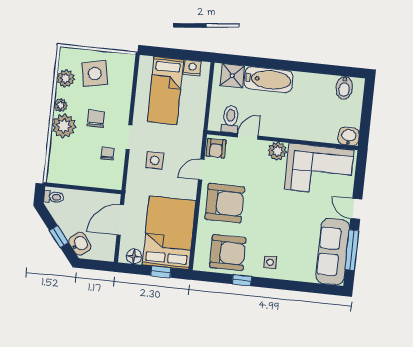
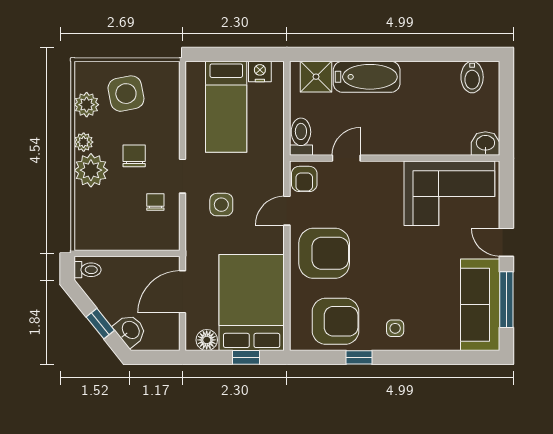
toilet: (230, 119) -> (301, 137), moved
plant: (277, 151) -> (389, 174), removed

